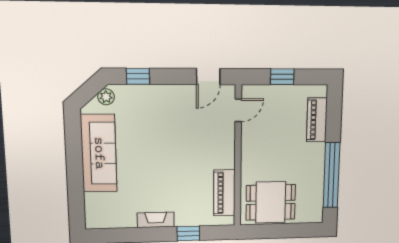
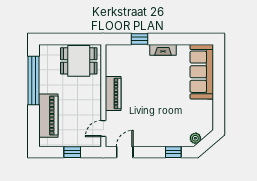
piano: (317, 120) -> (48, 116), width x1.37, depth x1.33
sofa: (99, 153) -> (202, 72), moved
piano: (224, 193) -> (113, 93), moved

